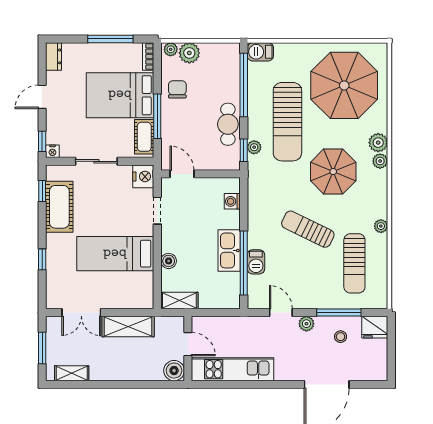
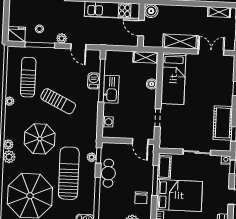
nightstand: (143, 176) -> (166, 141), removed
bed: (115, 254) -> (173, 79), moved, turned 90

